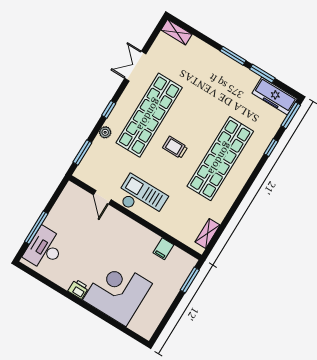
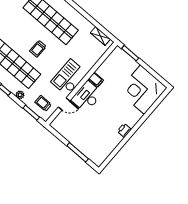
trolley: (98, 167) -> (43, 103), added
desk: (45, 249) -> (87, 97), moved, turned 90
filing cabinet: (163, 249) -> (96, 80), moved
corner desk: (117, 292) -> (143, 90), moved

